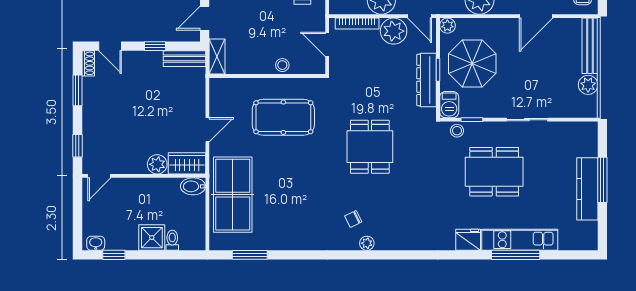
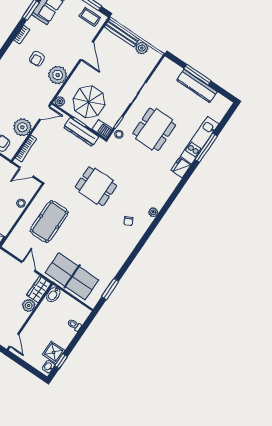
plant: (394, 31) -> (43, 132), removed
shower: (152, 238) -> (54, 352), moved
plant: (367, 243) -> (153, 212), moved

